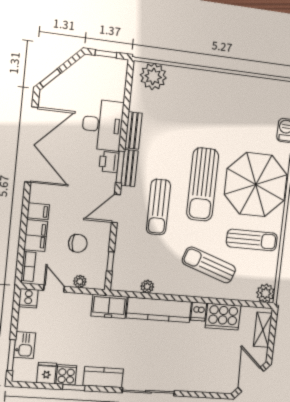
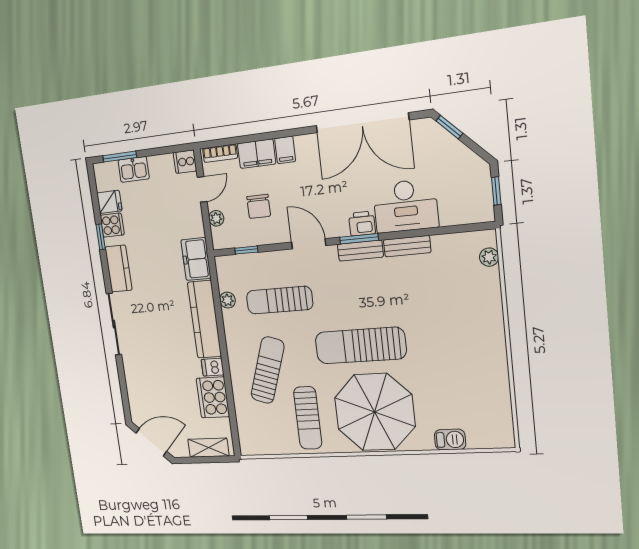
plant: (153, 76) -> (489, 257), width x0.53, depth x0.53
sun lounger: (158, 207) -> (280, 300), moved
plant: (265, 293) -> (250, 444), removed

